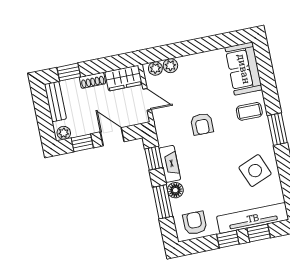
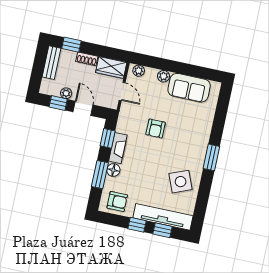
plant: (170, 66) -> (163, 76), moved
sofa: (244, 69) -> (189, 88), moved, turned -90
coffee table: (249, 111) -> (196, 135), removed
plant: (64, 133) -> (66, 93), moved
armchair: (195, 223) -> (117, 201), turned 90

